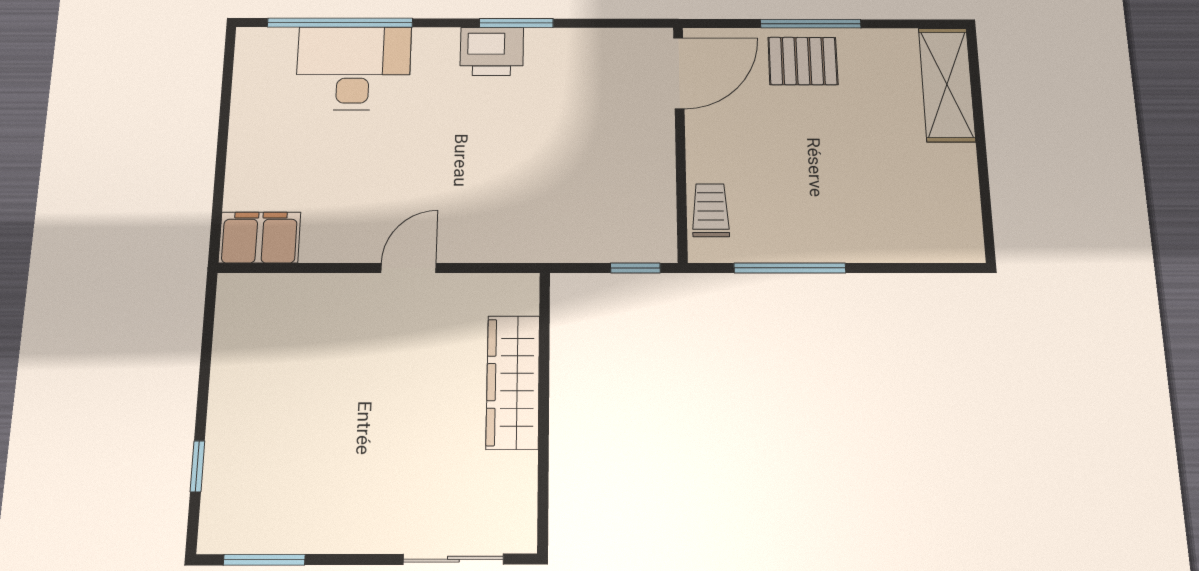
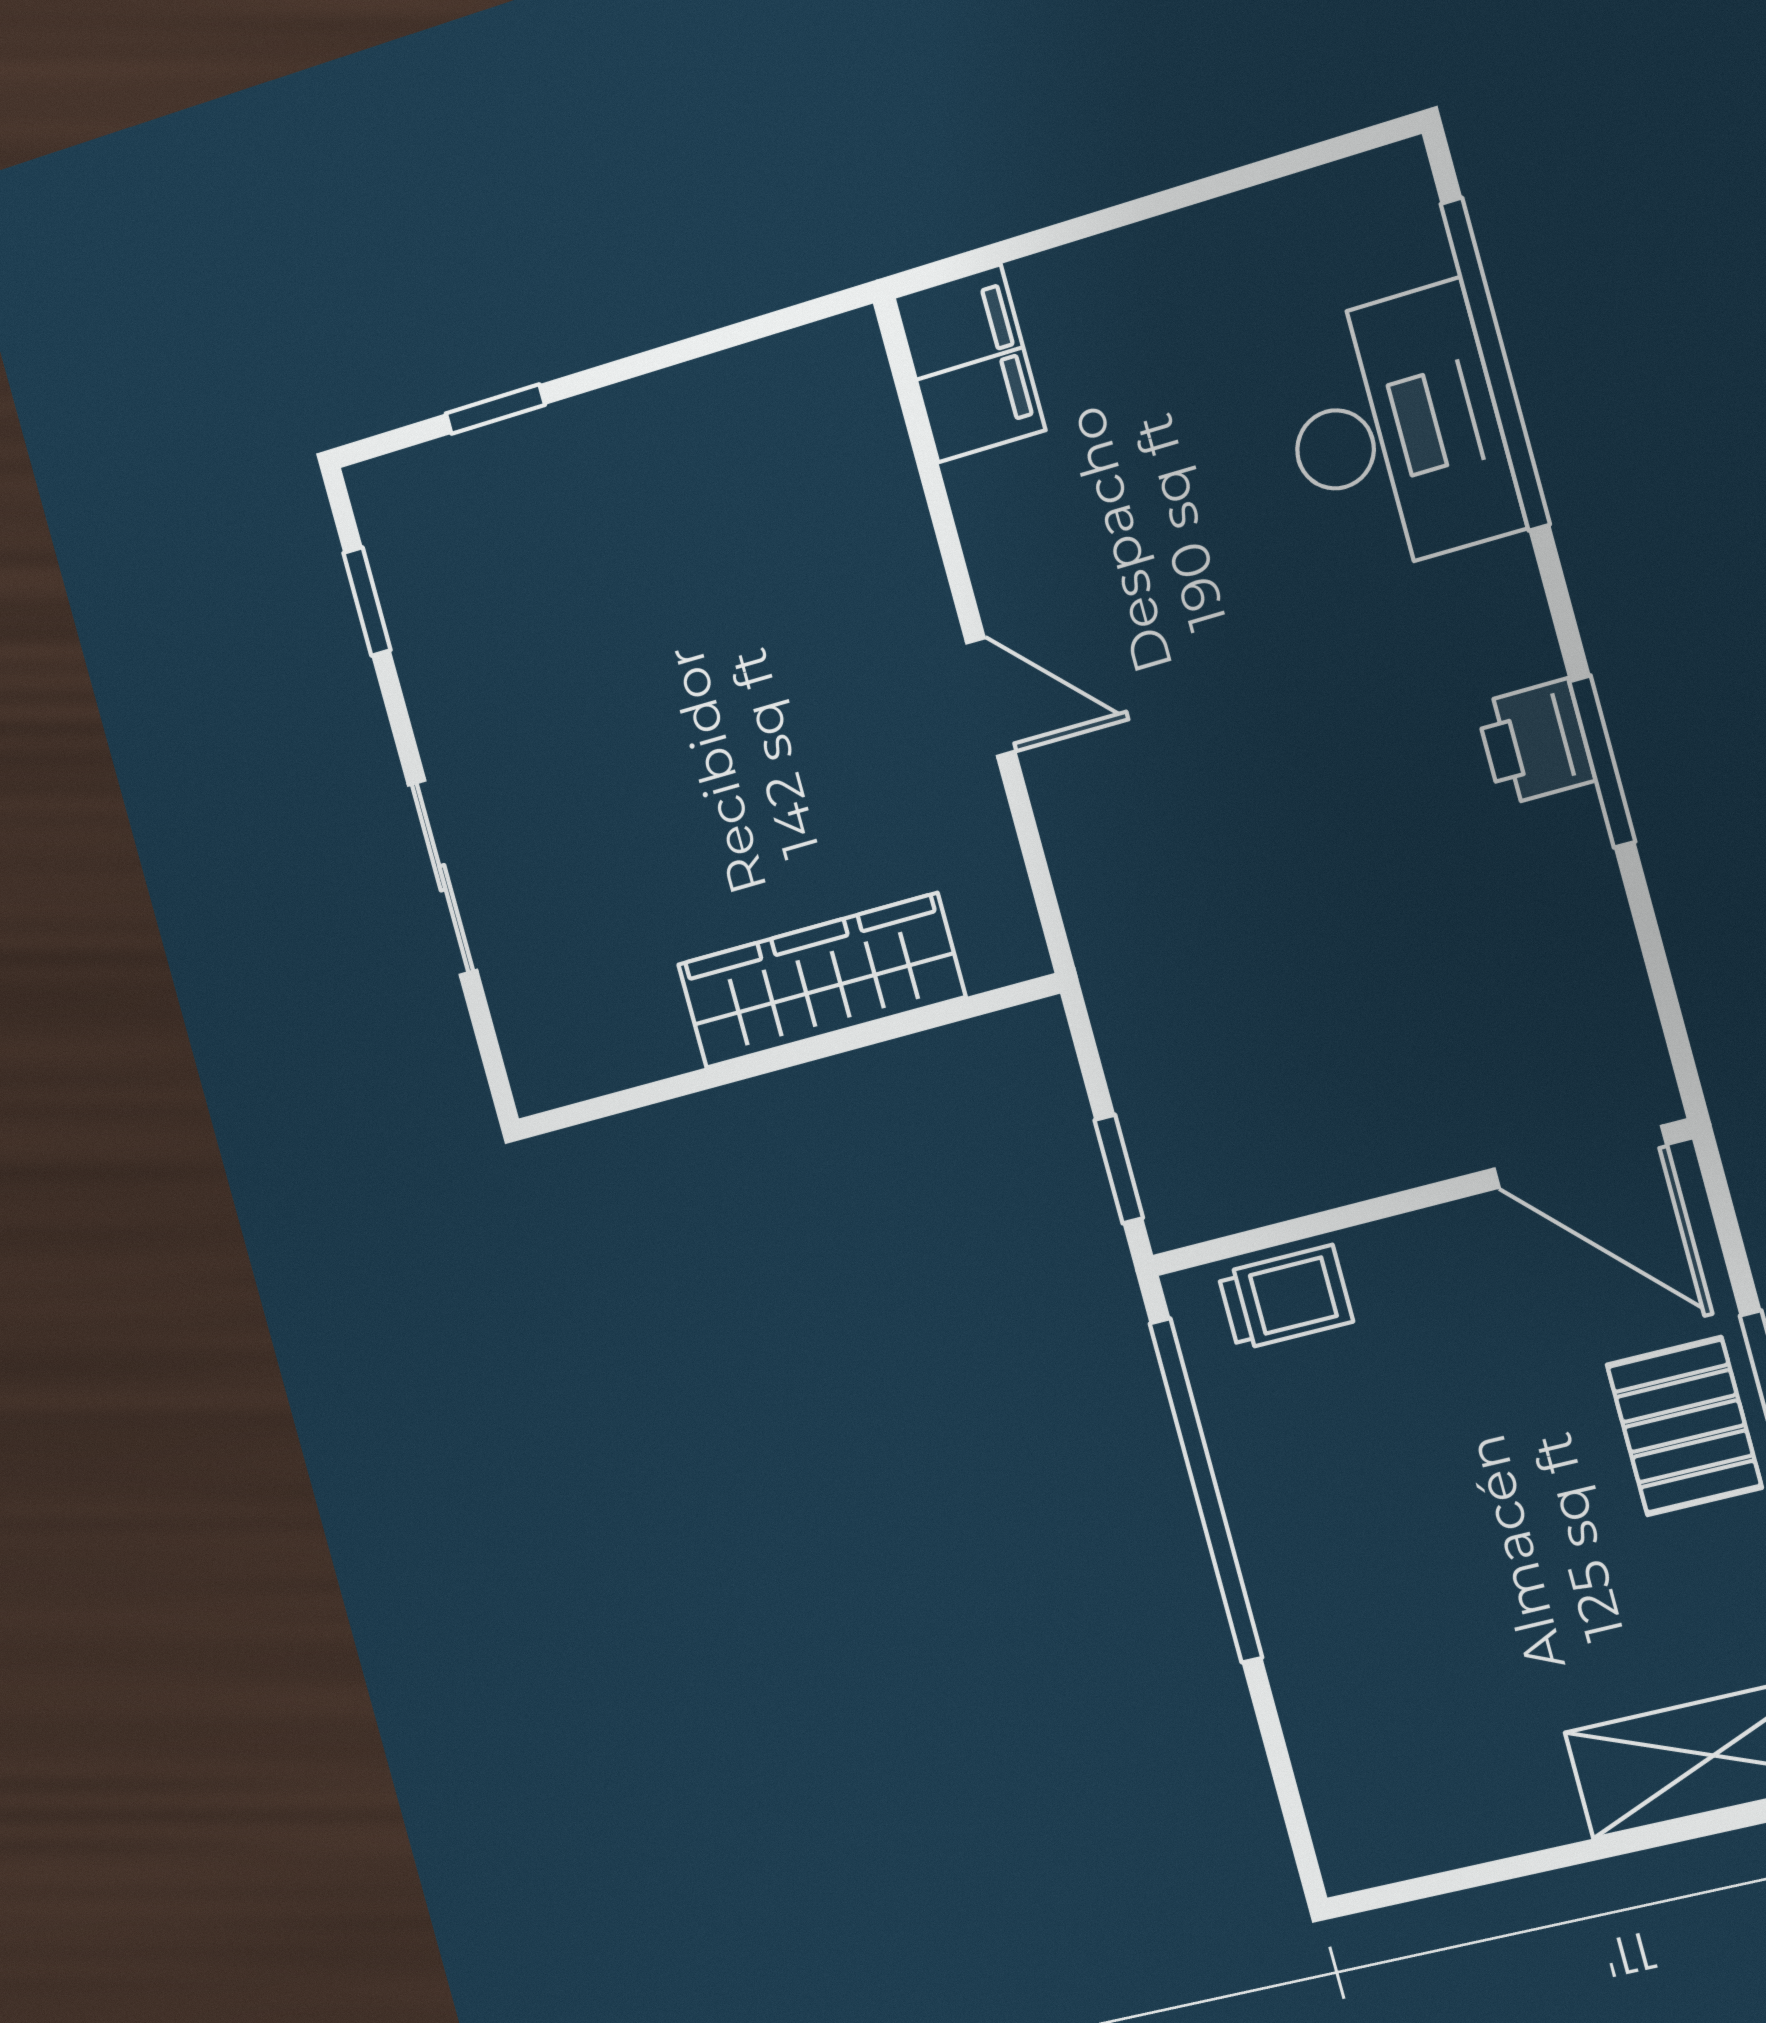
printer: (492, 51) -> (1535, 742), width x0.73, depth x0.81
window: (790, 268) -> (1206, 1491), width x1.46
sliding door: (453, 559) -> (443, 878), moved
window: (264, 560) -> (367, 602), width x0.67

